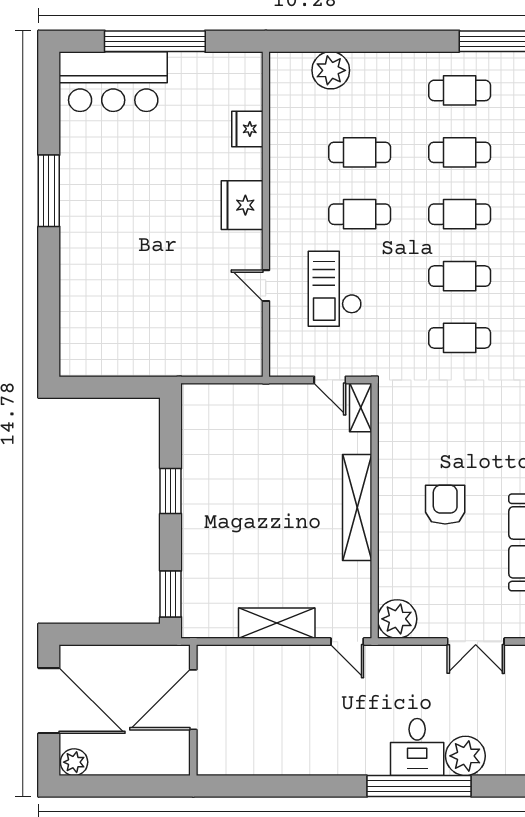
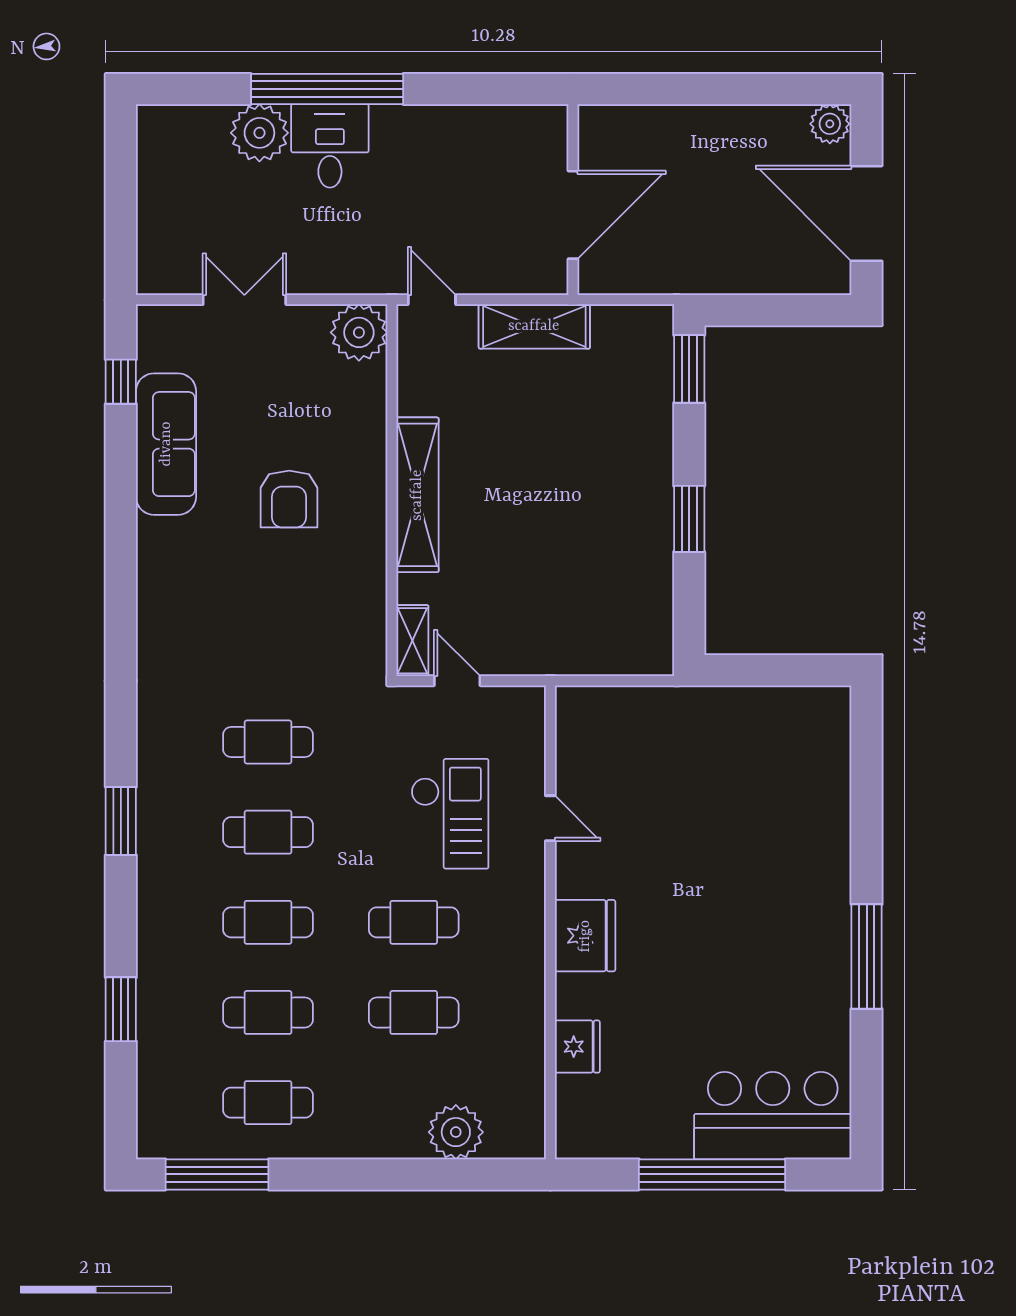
door: (193, 700) -> (573, 215), moved
wall: (193, 710) -> (573, 200), moved

